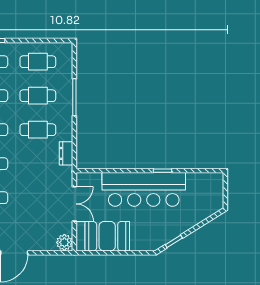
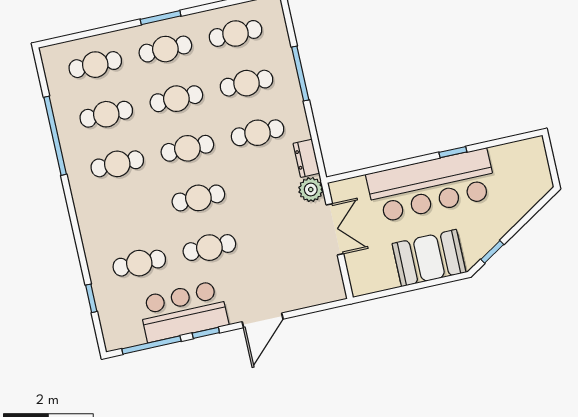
booth: (107, 236) -> (429, 258), moved
plant: (64, 242) -> (311, 190), moved

